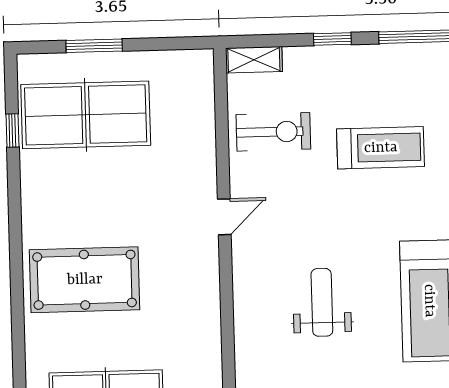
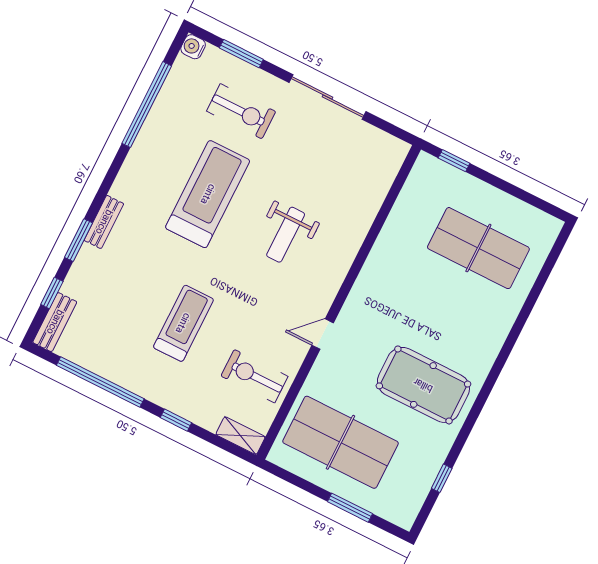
table tennis table: (86, 115) -> (340, 442), moved
treadmill: (381, 148) -> (183, 323), turned 90
pool table: (85, 280) -> (423, 385), moved

